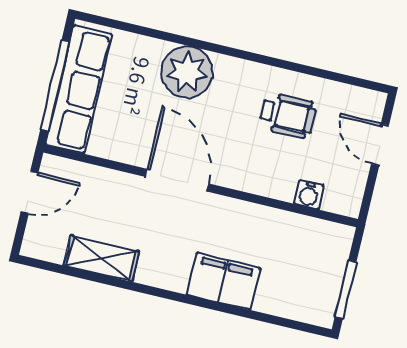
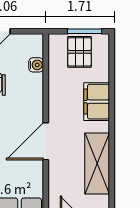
shelving: (101, 258) -> (97, 164), width x1.50, depth x1.33
pallet: (313, 272) -> (80, 52), added

